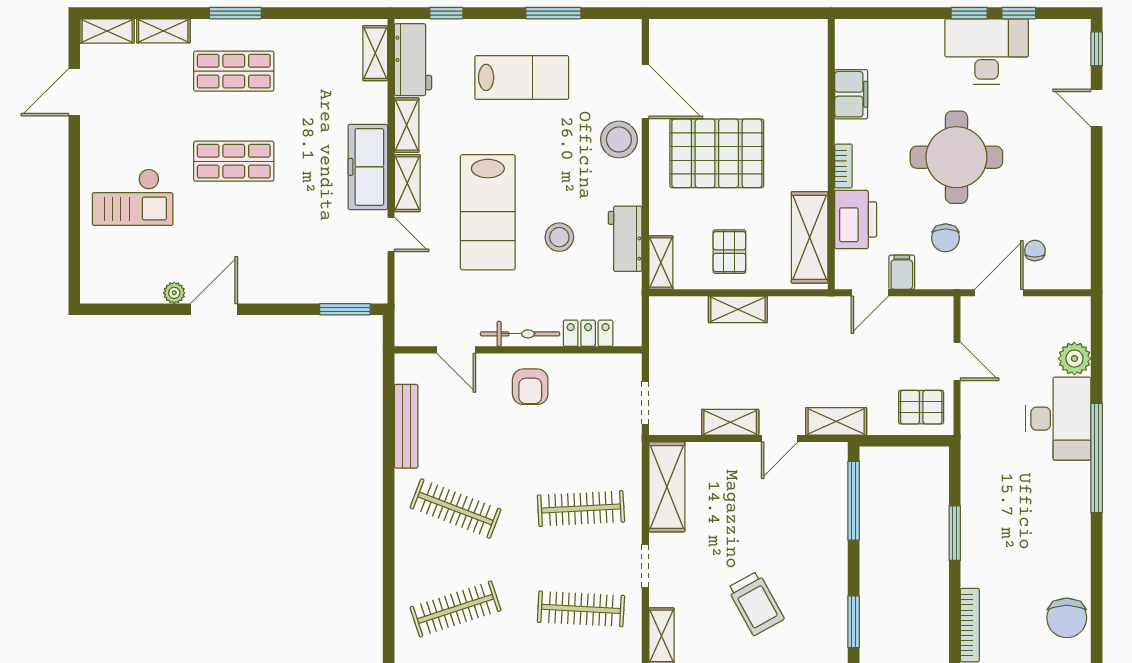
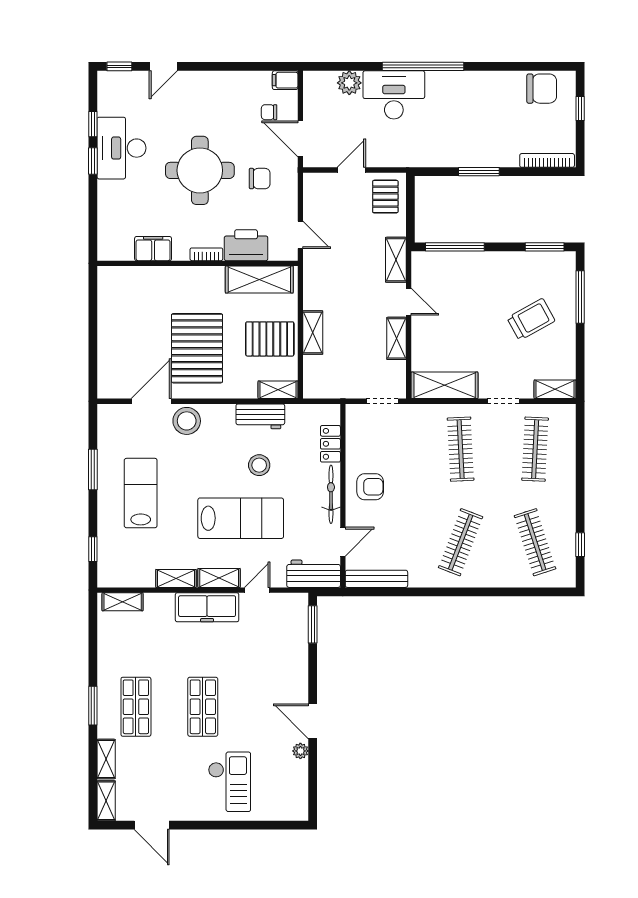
workbench: (413, 60) -> (314, 574), moved
pallet: (729, 252) -> (270, 339), width x1.50, depth x1.42
filing cabinet: (902, 272) -> (285, 80), moved
bench: (406, 426) -> (376, 579), moved

